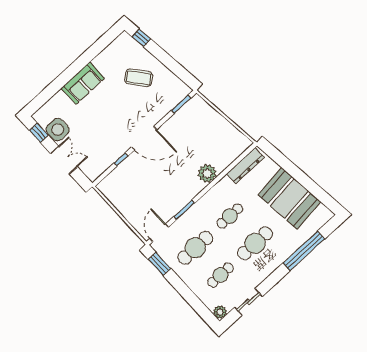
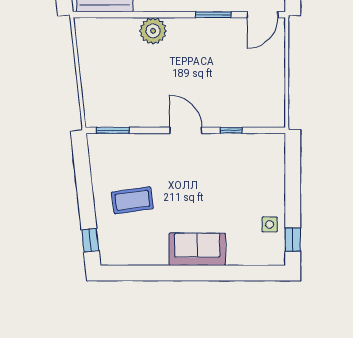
coffee table: (139, 78) -> (132, 200), turned -59
side table: (58, 130) -> (270, 224), width x0.54, depth x0.54
door: (144, 138) -> (186, 130), width x0.73
double door: (64, 160) -> (293, 186), removed

